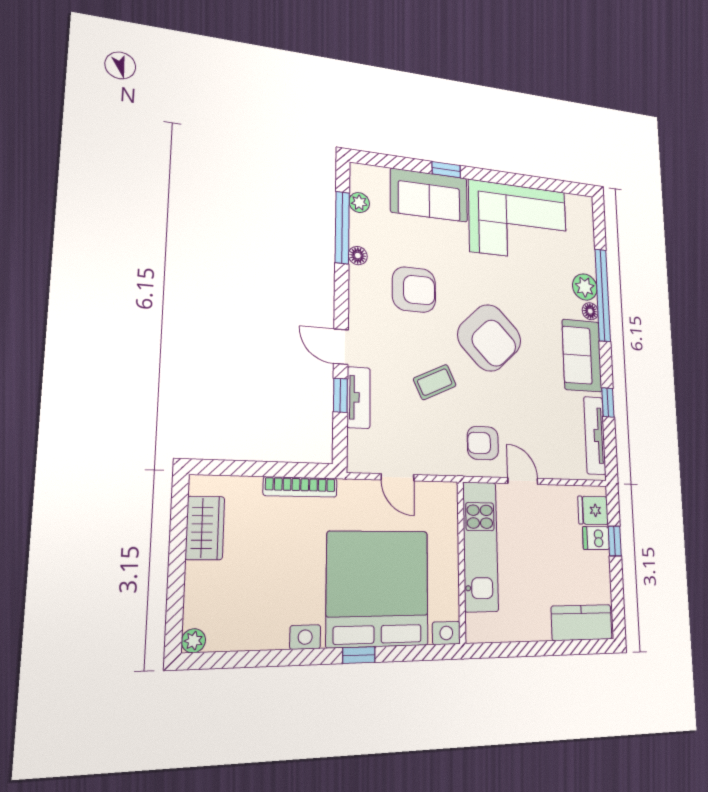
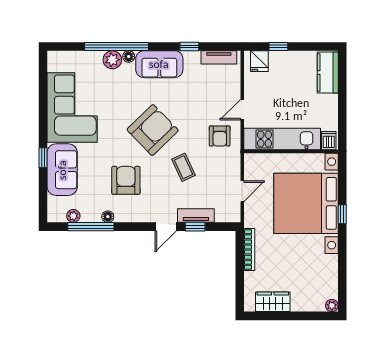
tv unit: (595, 435) -> (219, 57), width x0.71
dishwasher: (596, 538) -> (329, 141), moved, turned 180

